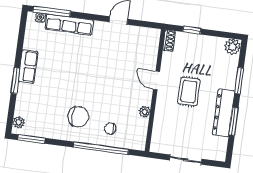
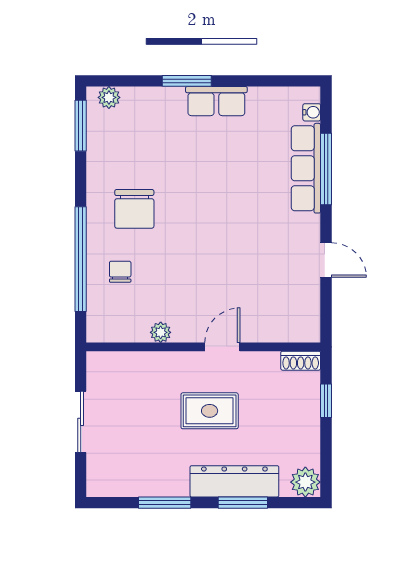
window: (52, 12) -> (326, 169), moved
dresser: (223, 113) -> (234, 481), moved

